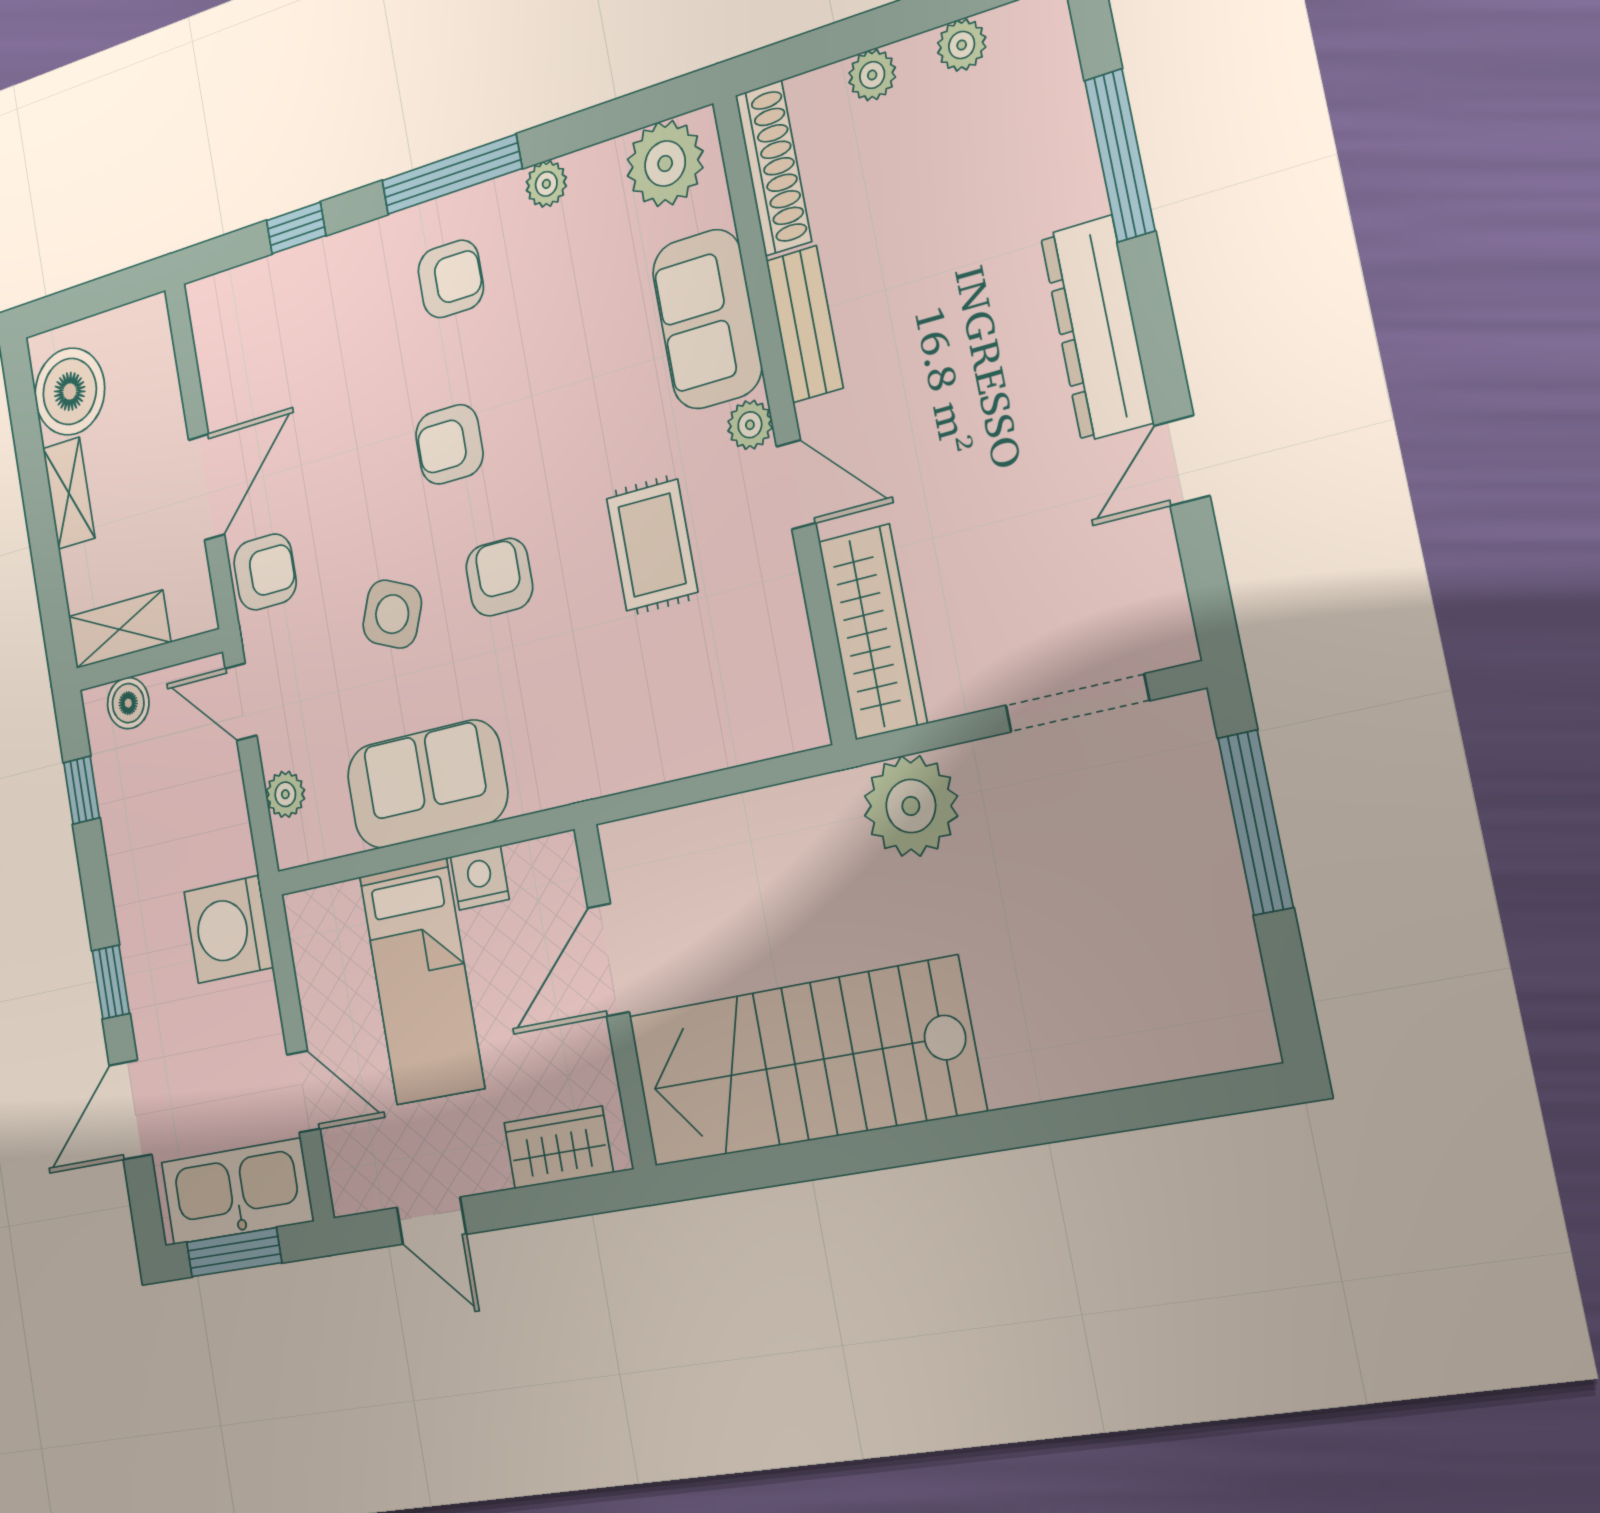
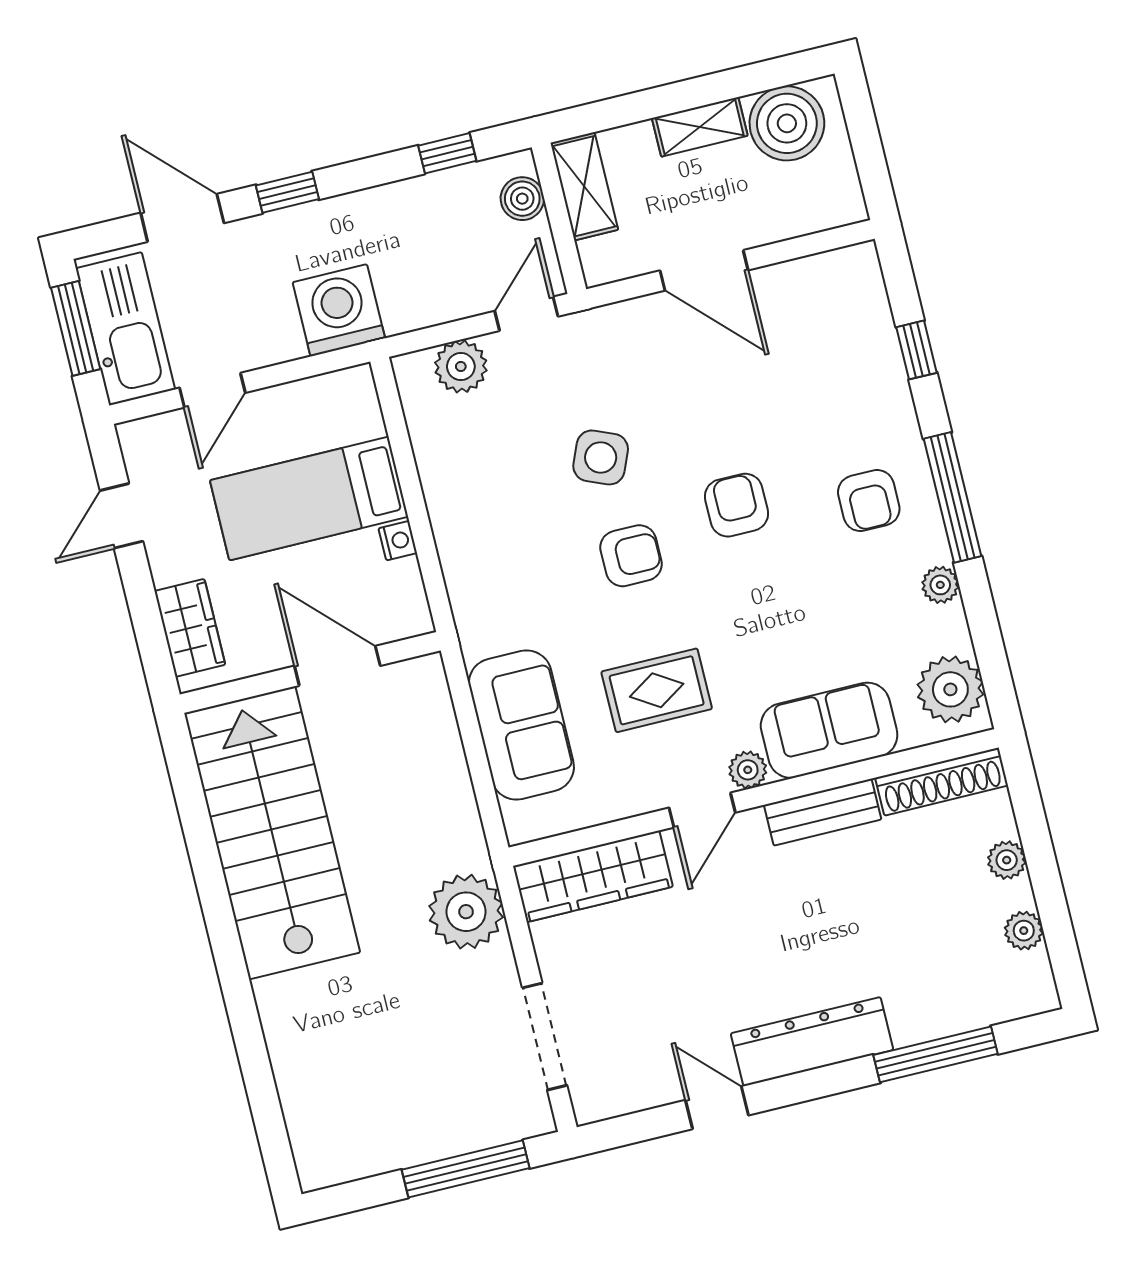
armchair: (265, 572) -> (634, 333), removed
sofa: (427, 784) -> (521, 725), moved
plant: (285, 794) -> (461, 366), width x1.38, depth x1.38
nightstand: (480, 878) -> (398, 541), width x0.72, depth x0.74

